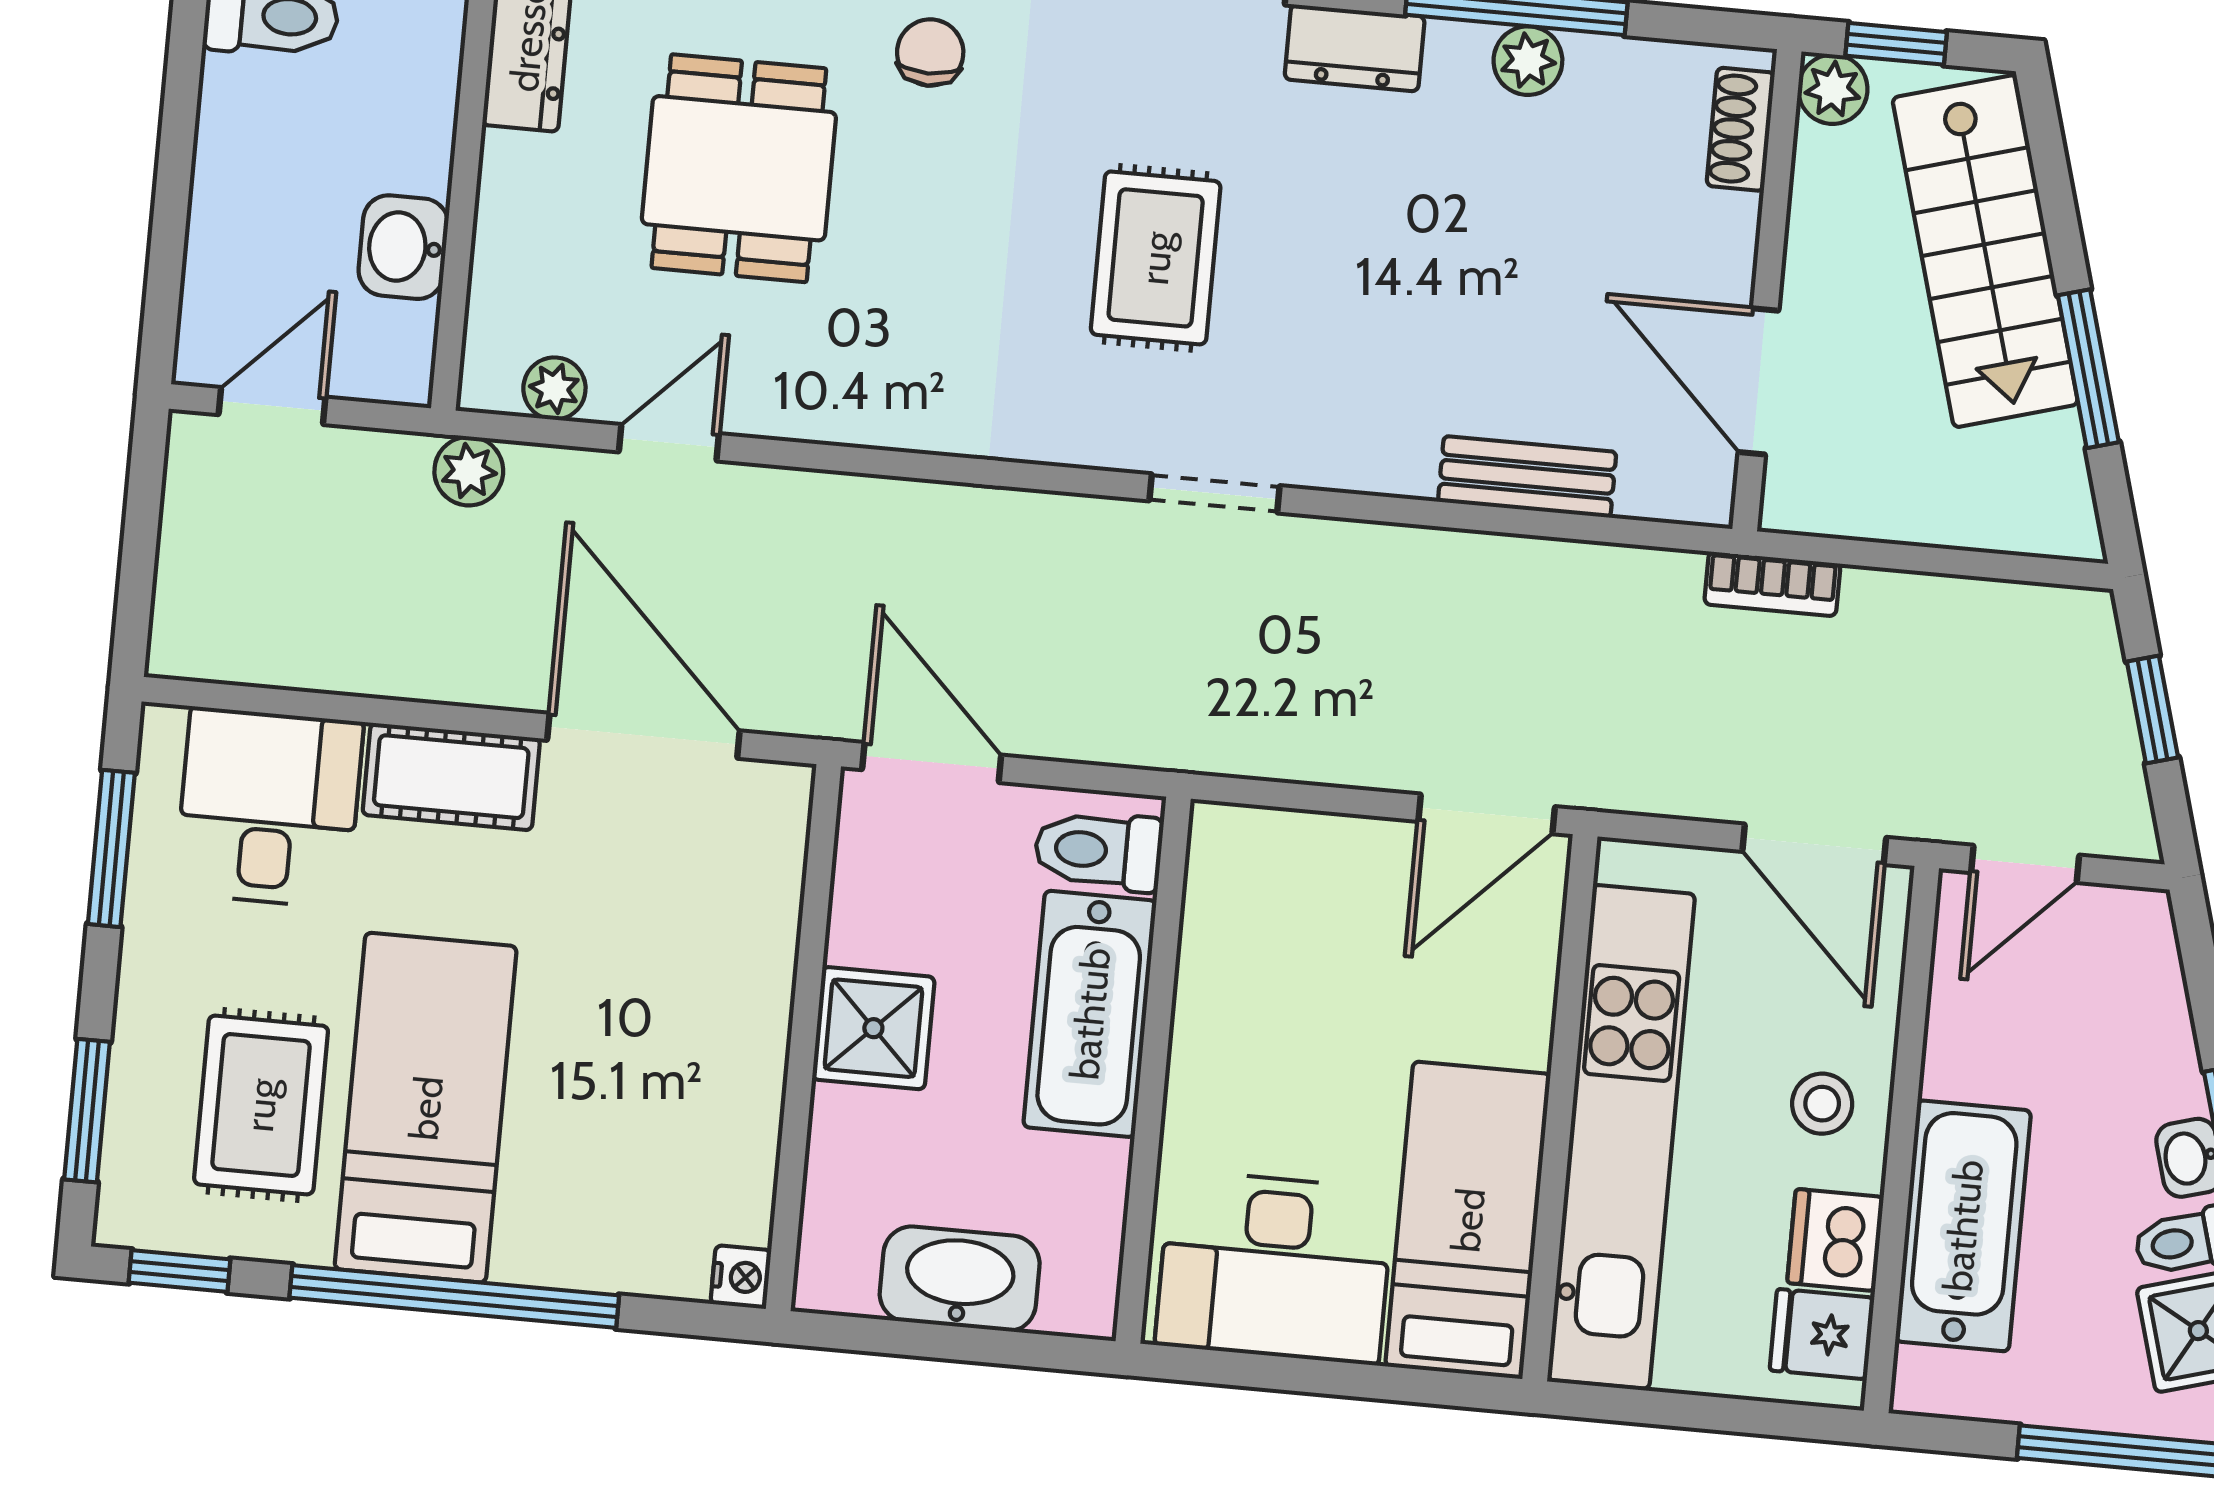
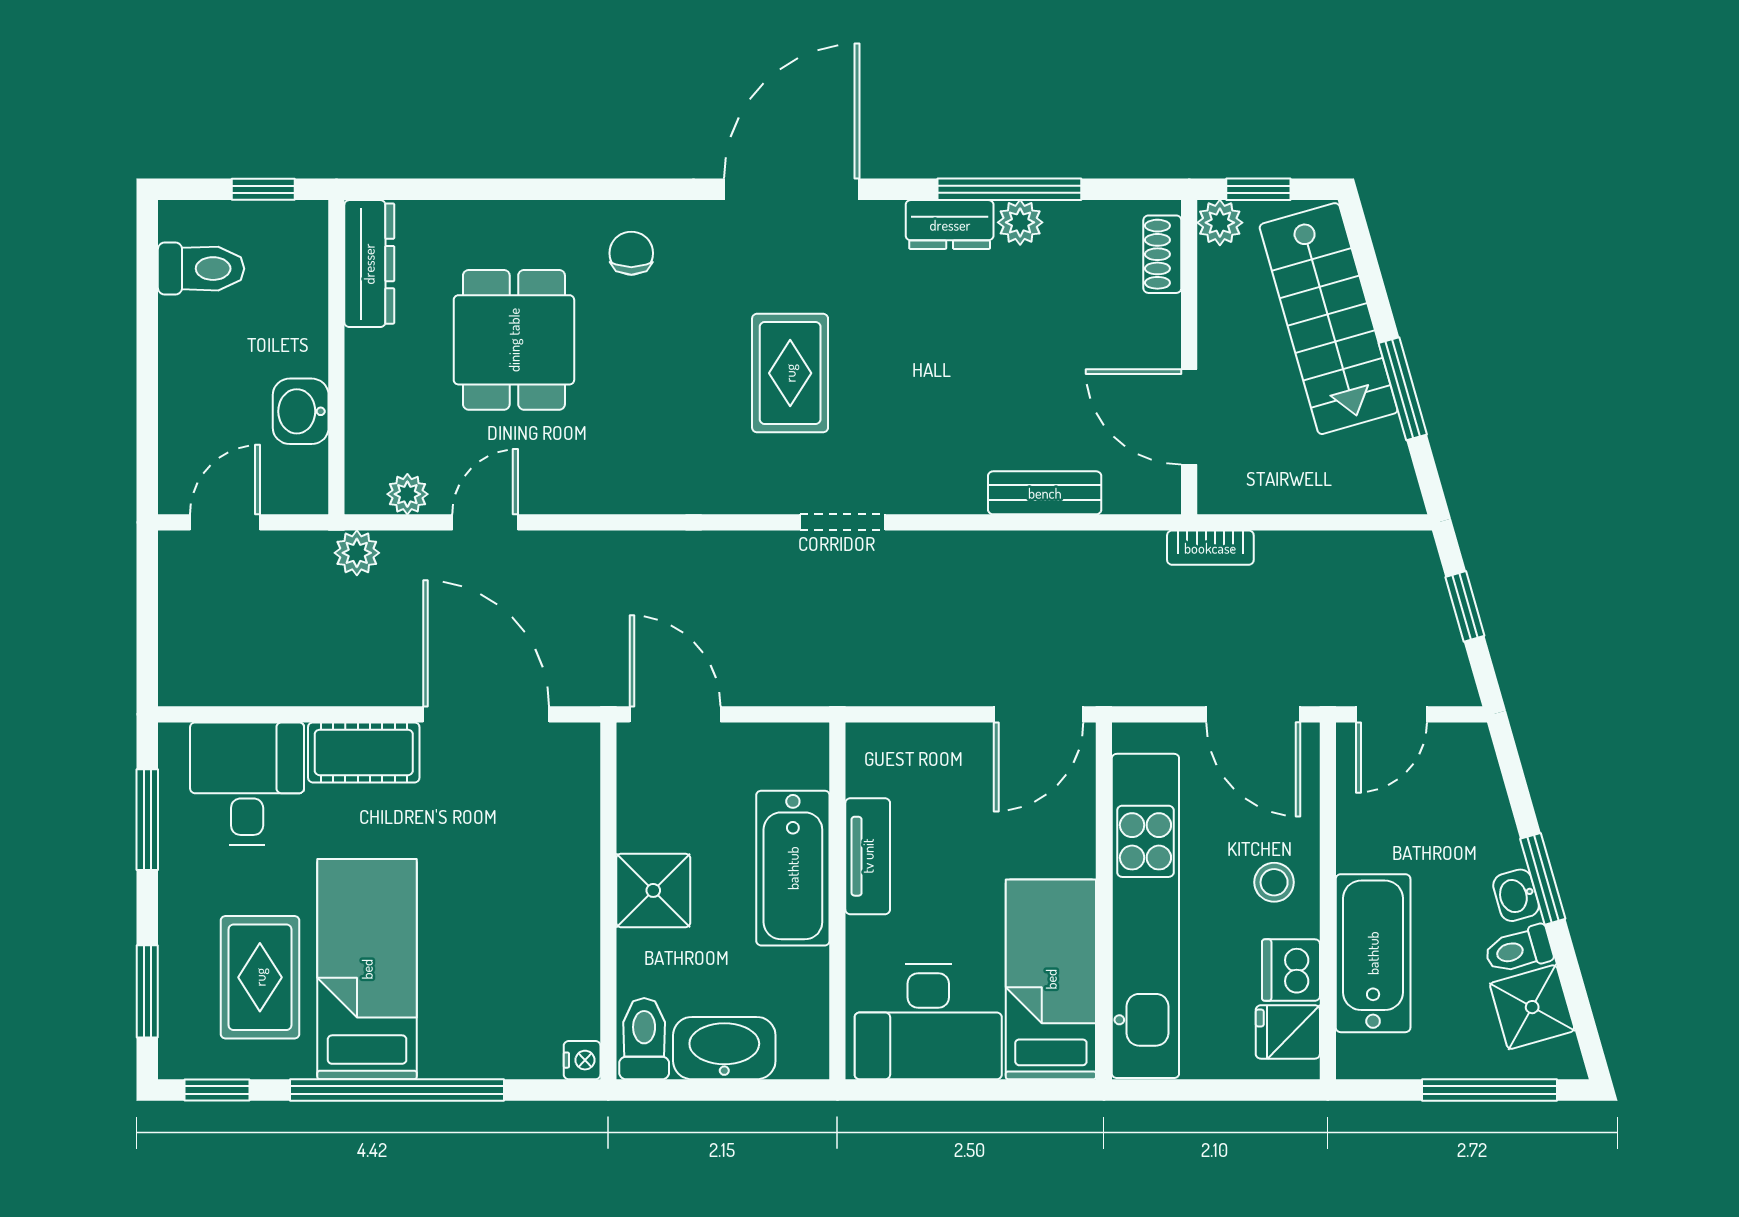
dresser: (1355, 48) -> (950, 225), moved
toilet: (1098, 851) -> (644, 1039), moved, turned 90
tv unit: (1206, 1006) -> (868, 856), added

